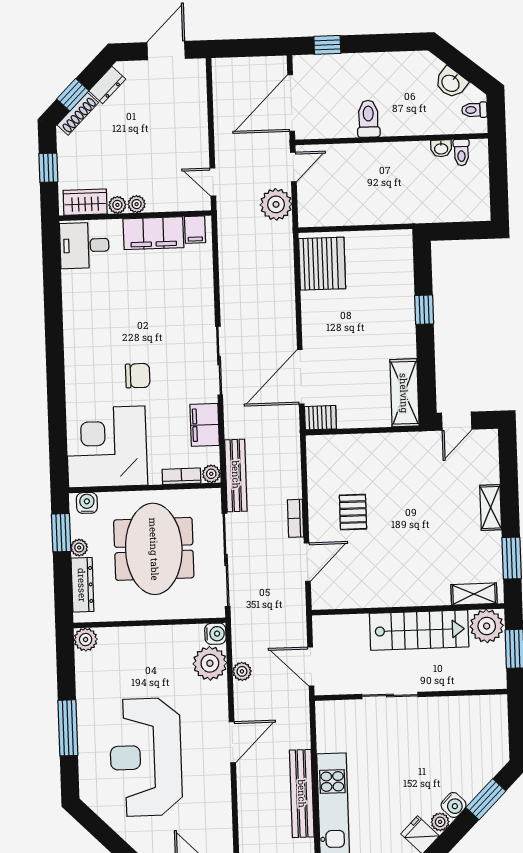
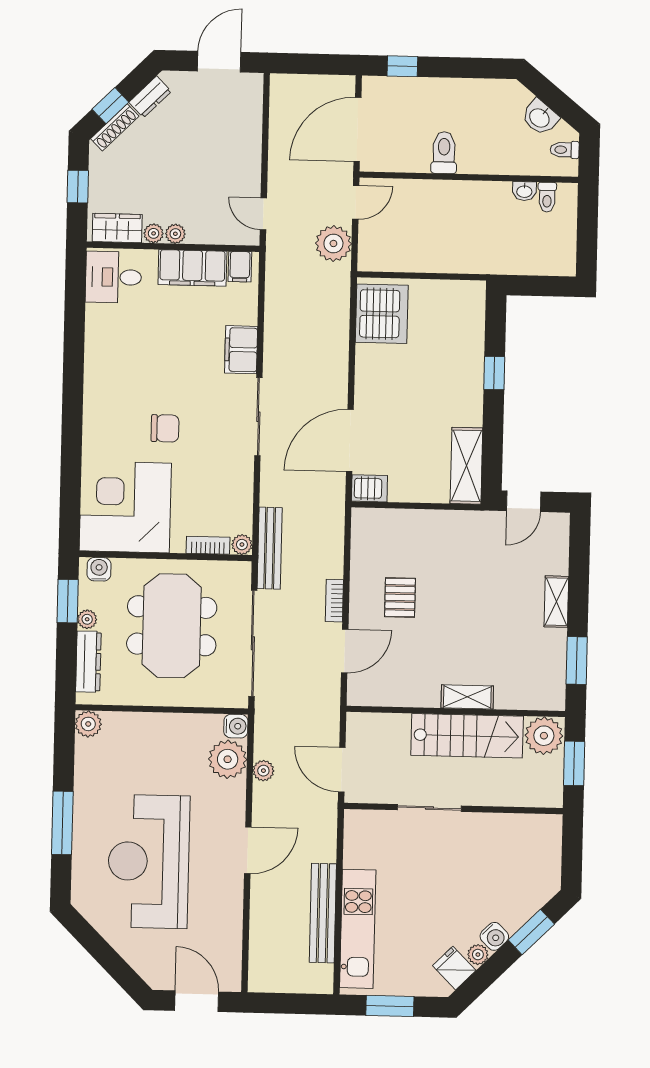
filing cabinet: (205, 425) -> (241, 350), moved
shelving: (474, 594) -> (467, 697), moved

